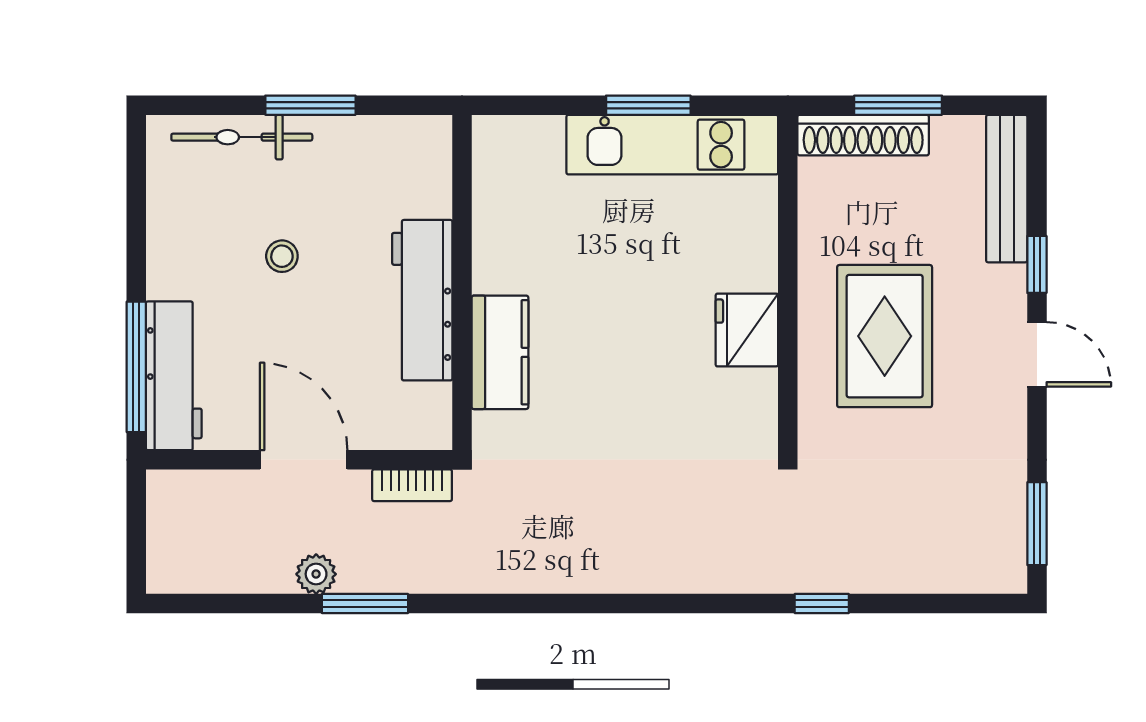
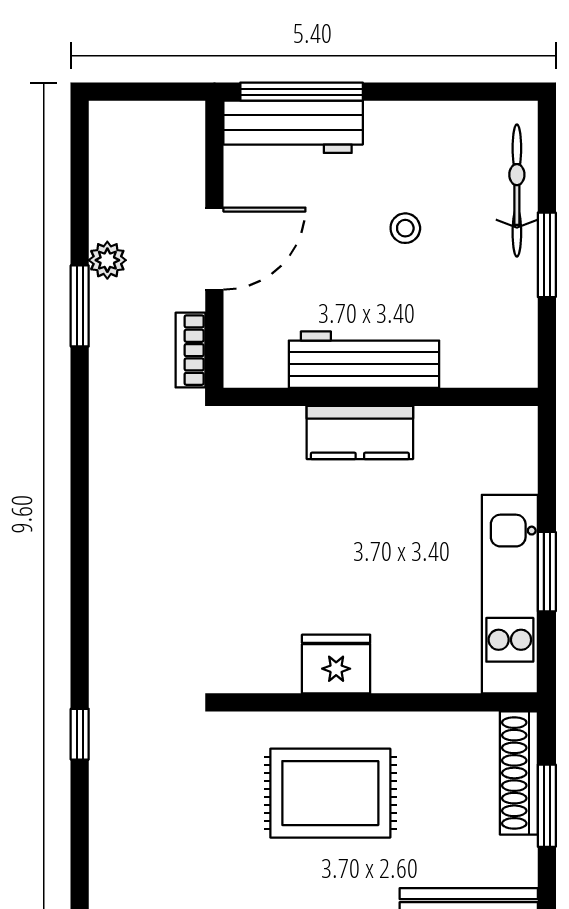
kitchen counter: (500, 352) -> (360, 433), moved

